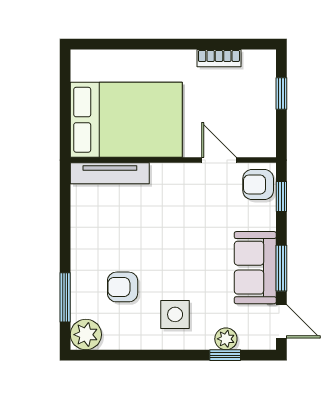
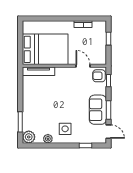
armchair: (123, 287) -> (44, 118), removed
plant: (226, 339) -> (48, 139), moved

